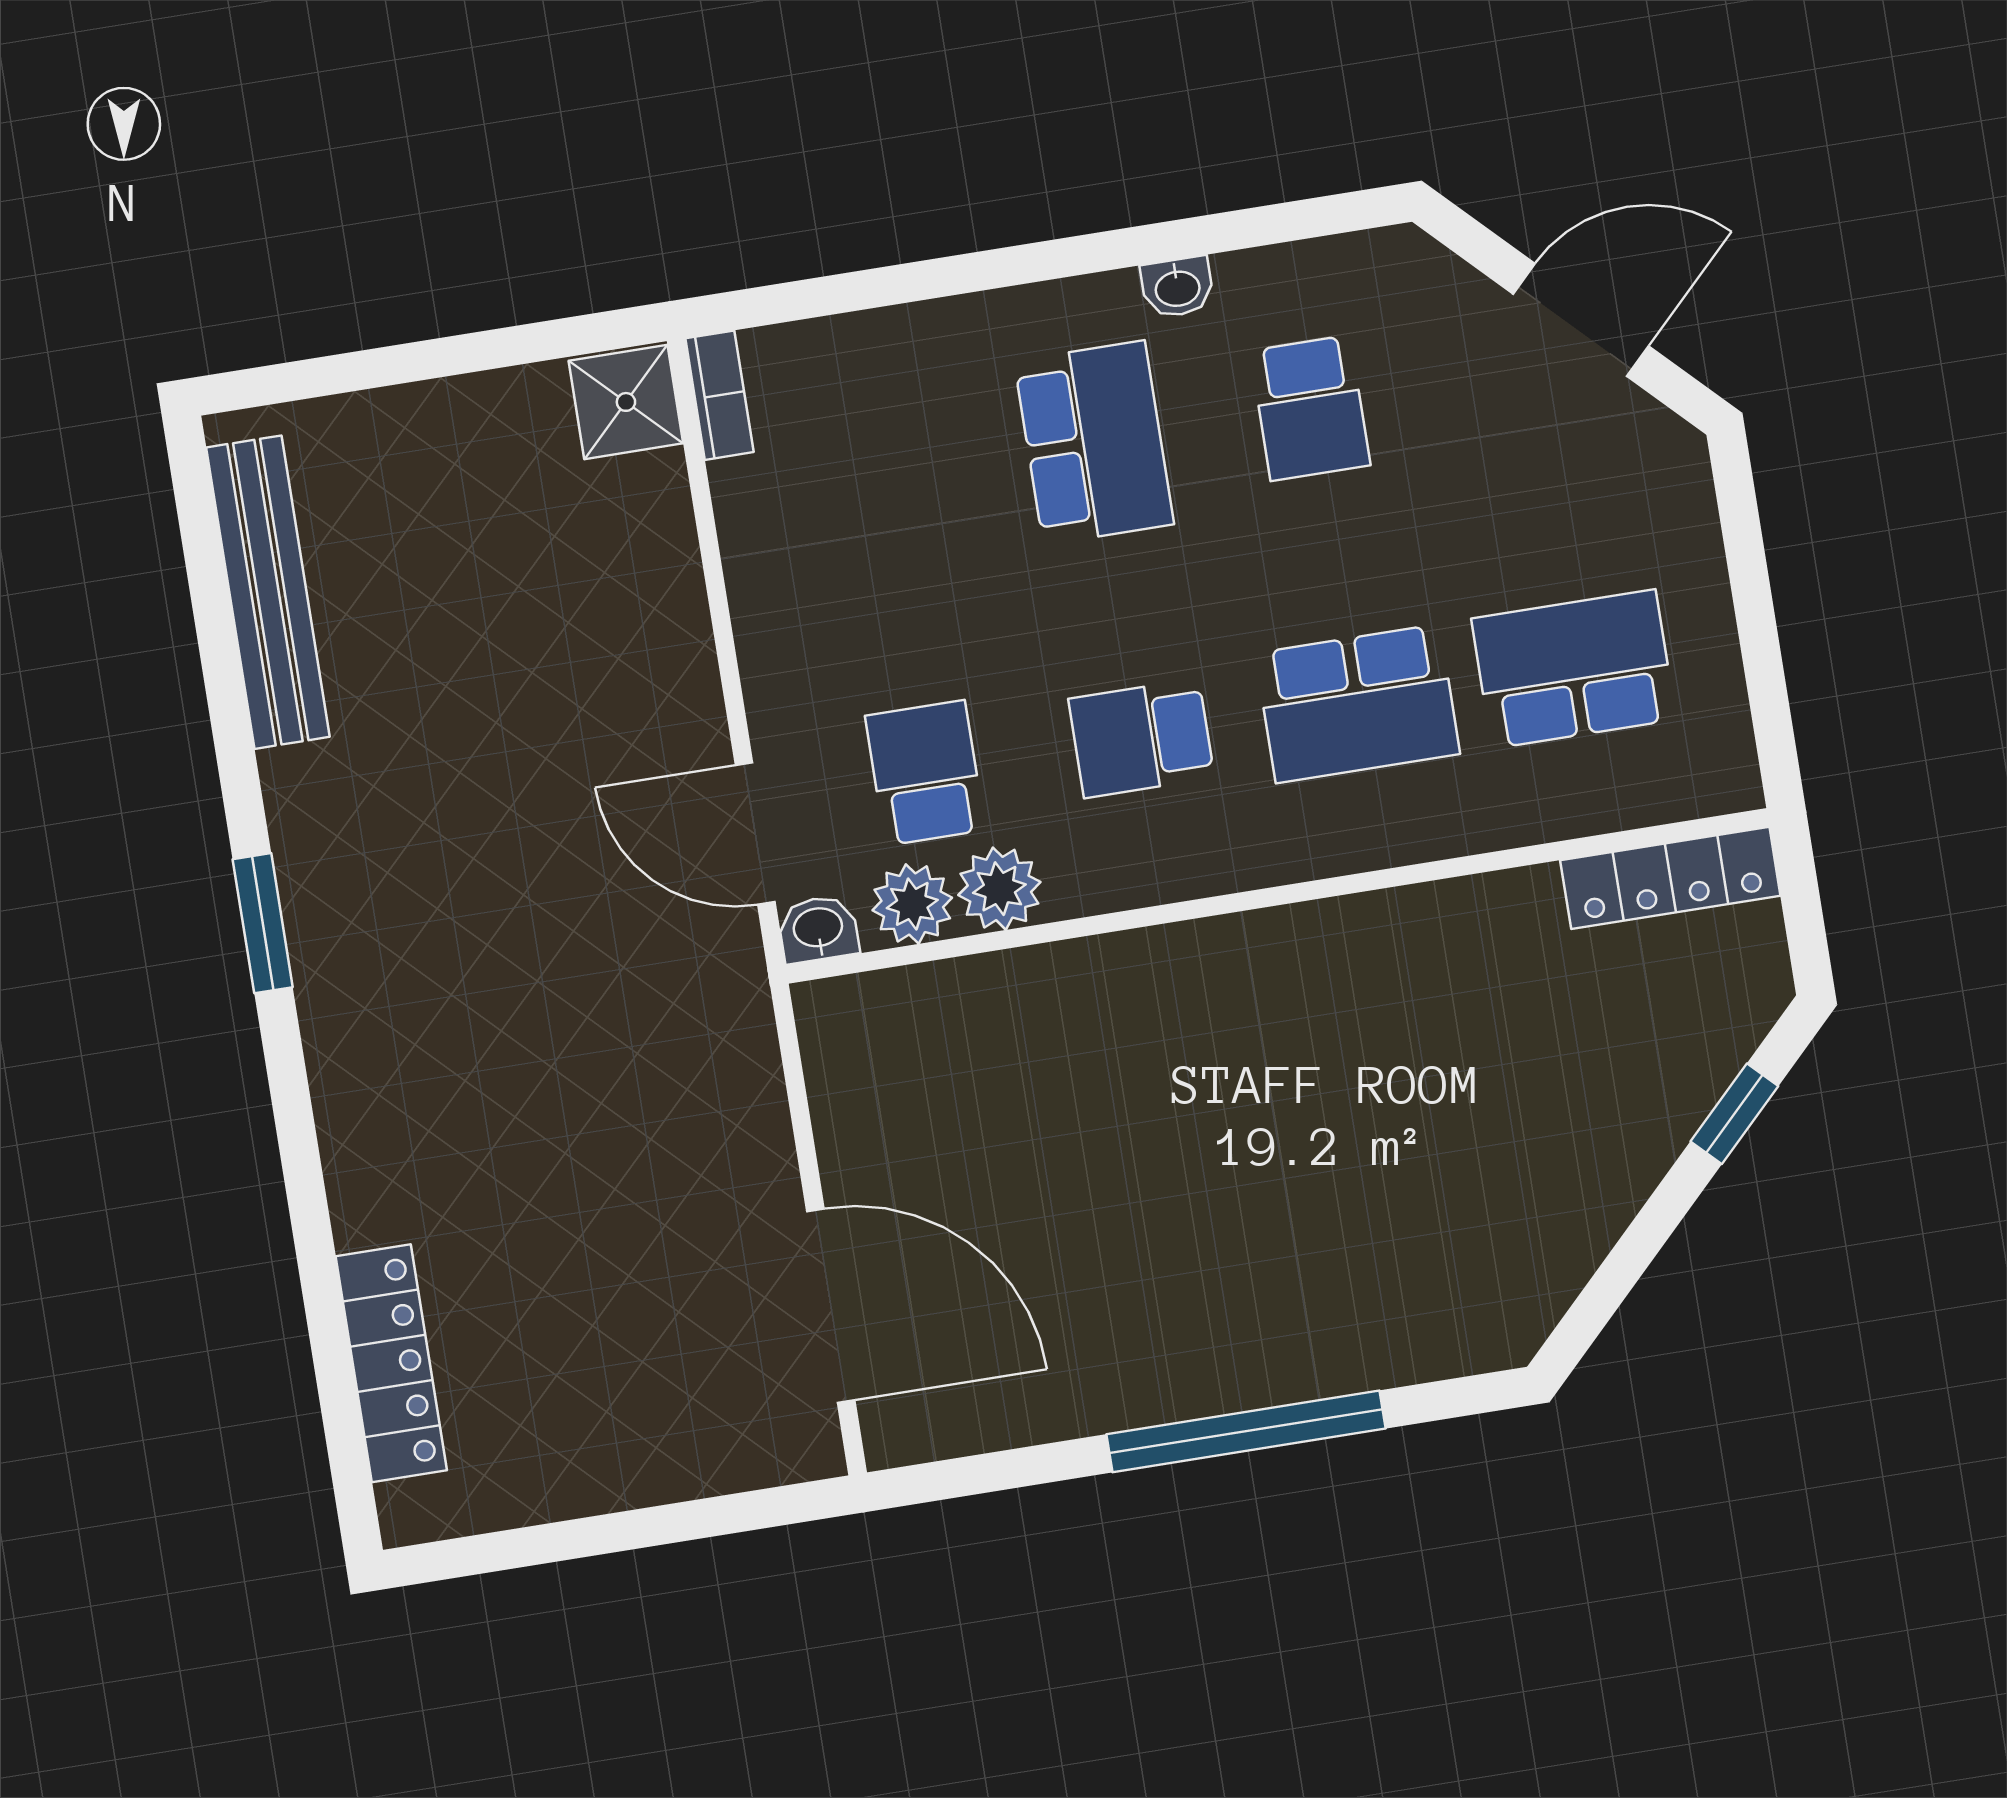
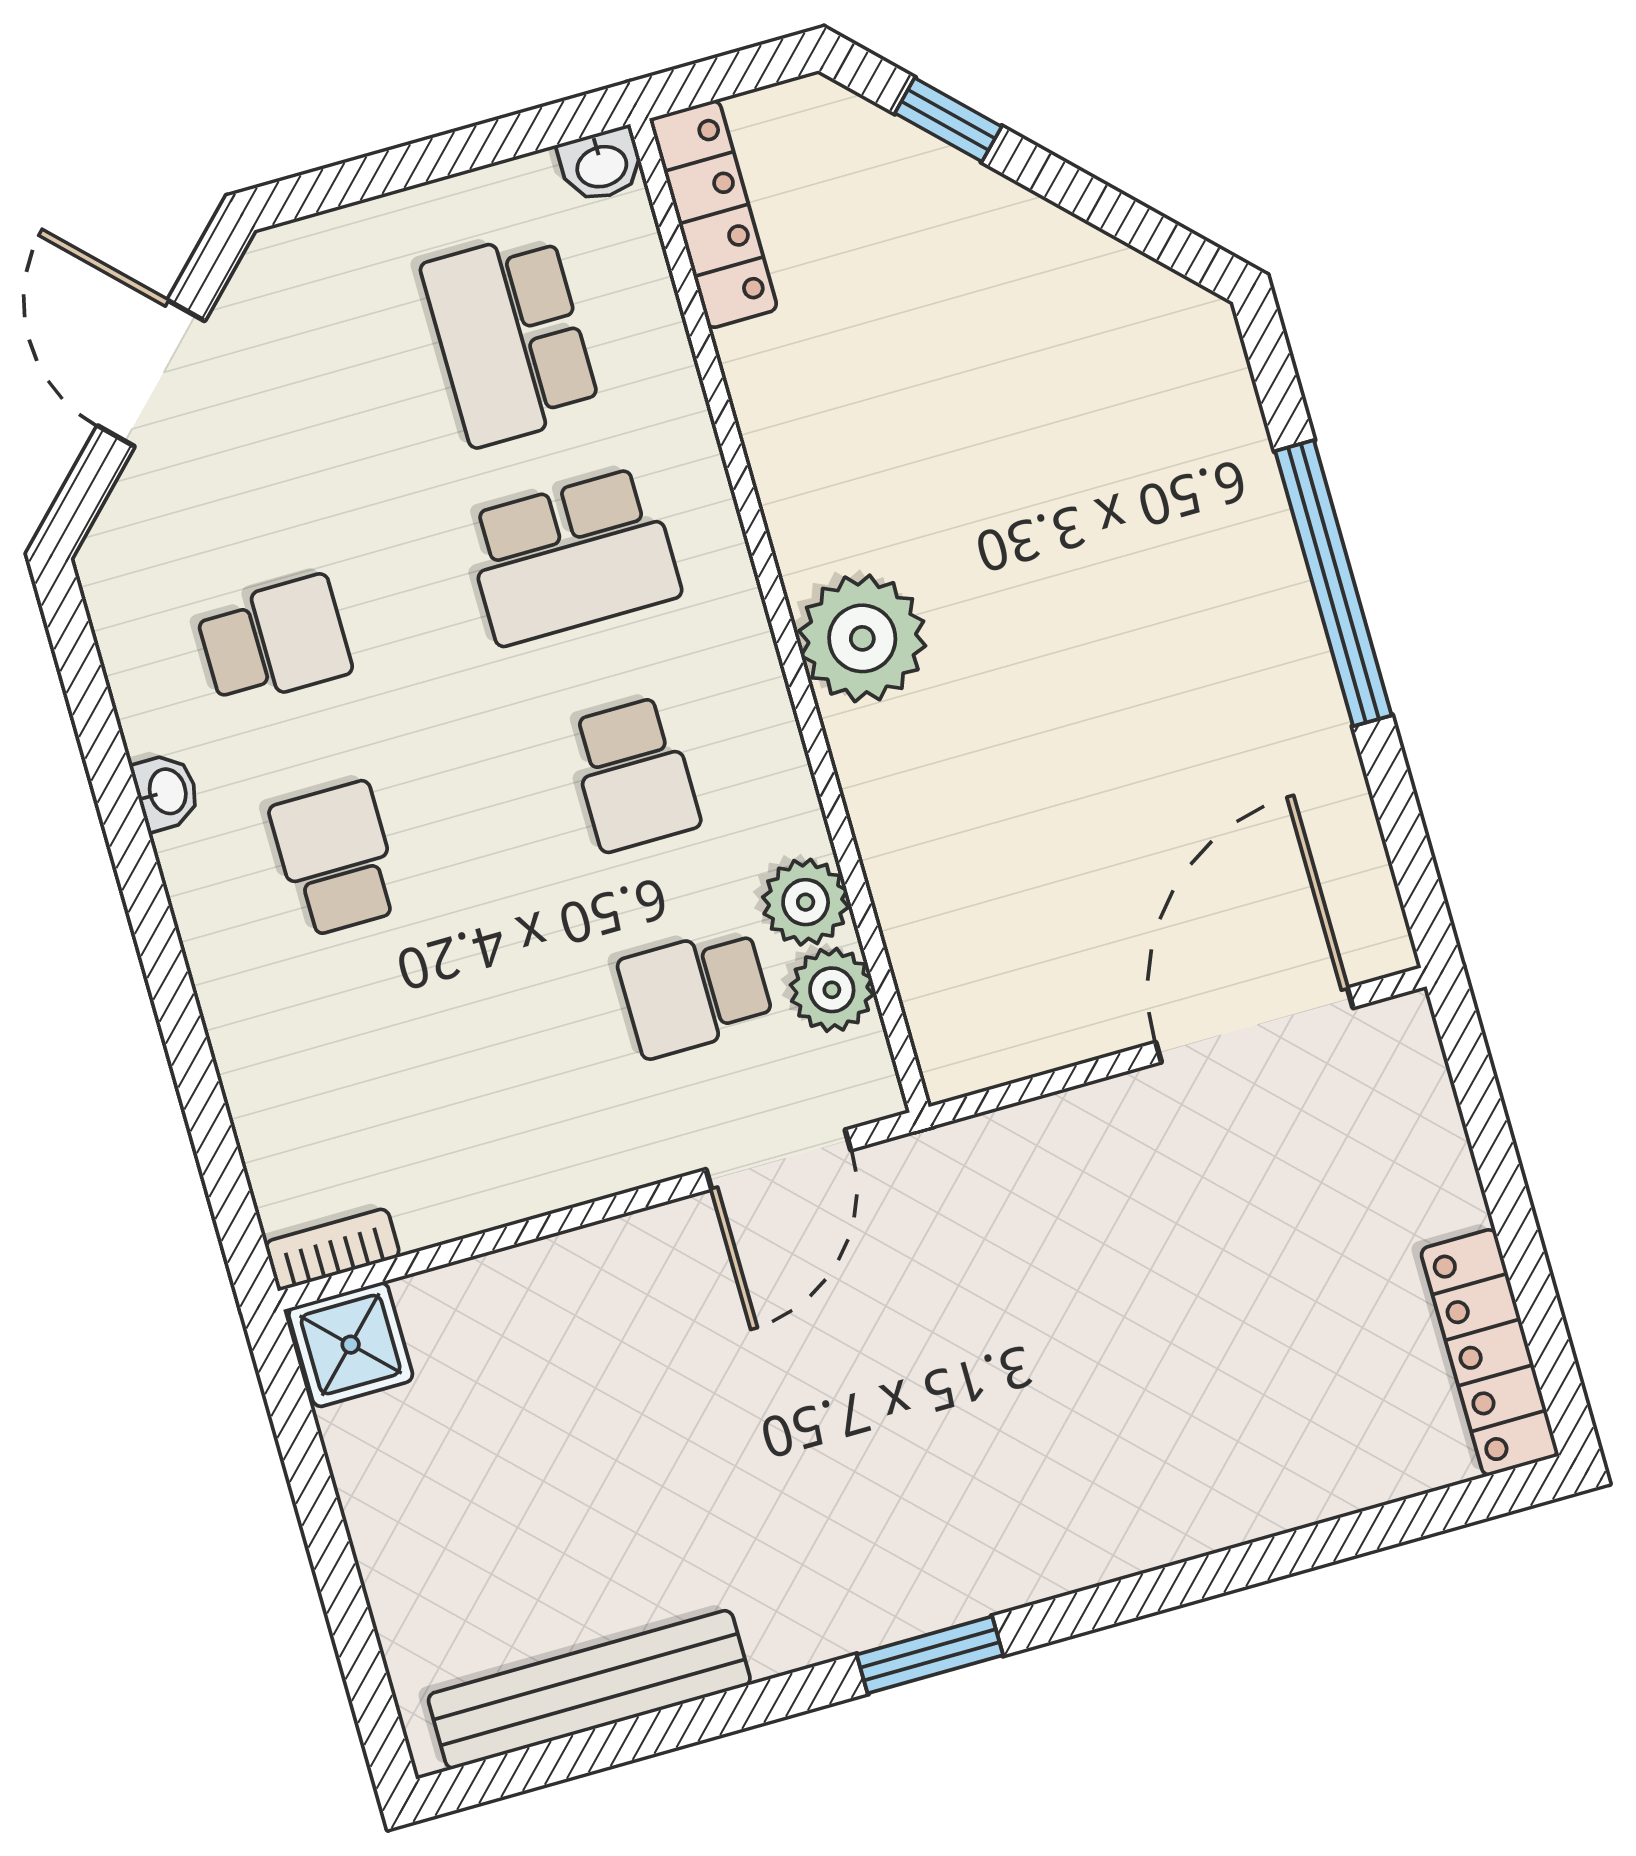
school desk: (1094, 443) -> (336, 859), width x0.54
school desk: (1358, 704) -> (572, 556), turned 90
washbasin: (818, 929) -> (601, 165), moved, turned -90
plant: (1246, 973) -> (862, 638), added
locker: (391, 1363) -> (1489, 1352), moved, turned -90

